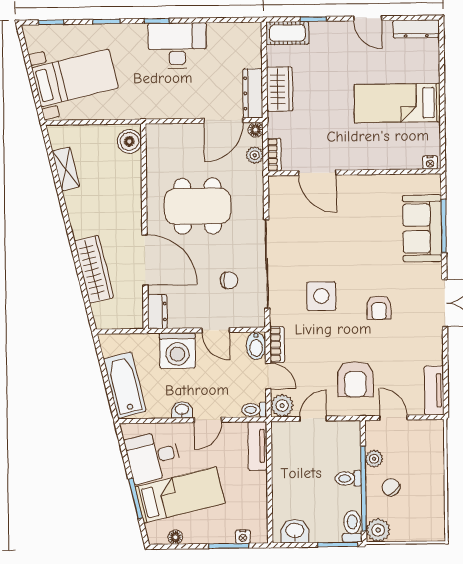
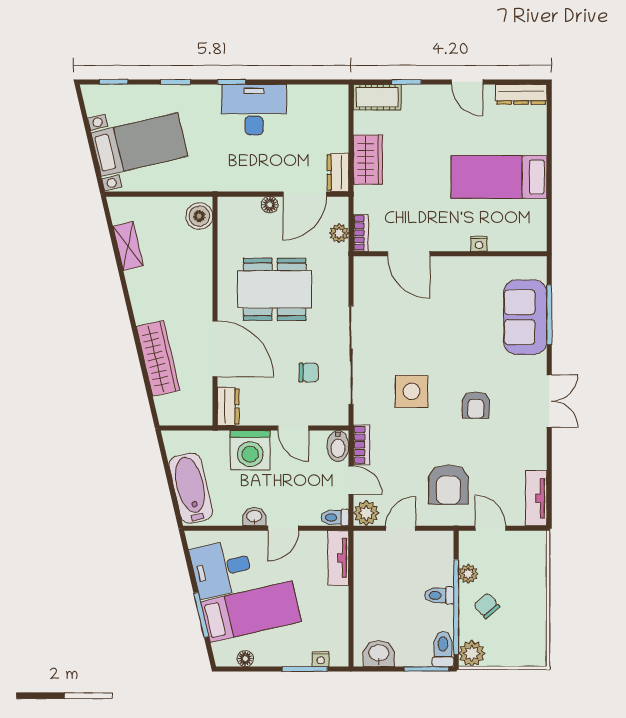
dresser: (253, 93) -> (338, 172), width x0.70
floor lamp: (256, 130) -> (270, 205), moved
nightstand: (430, 163) -> (479, 244), moved

